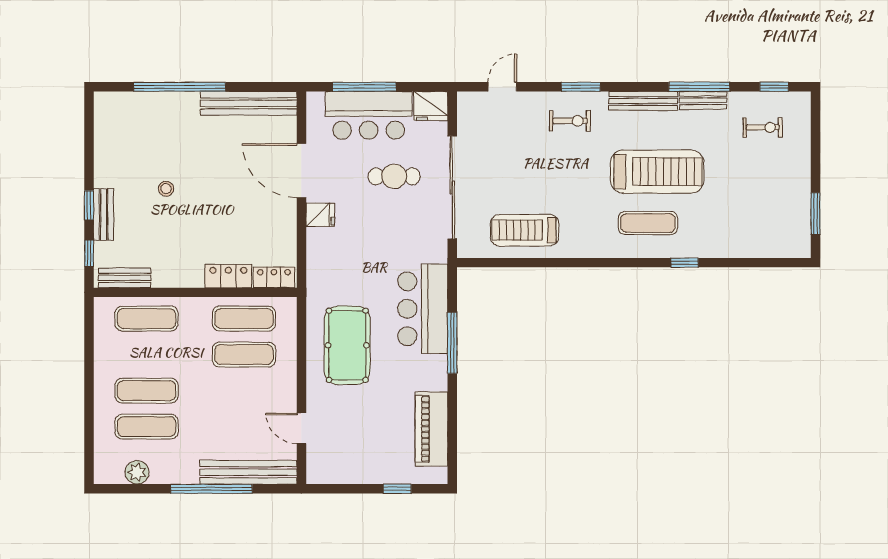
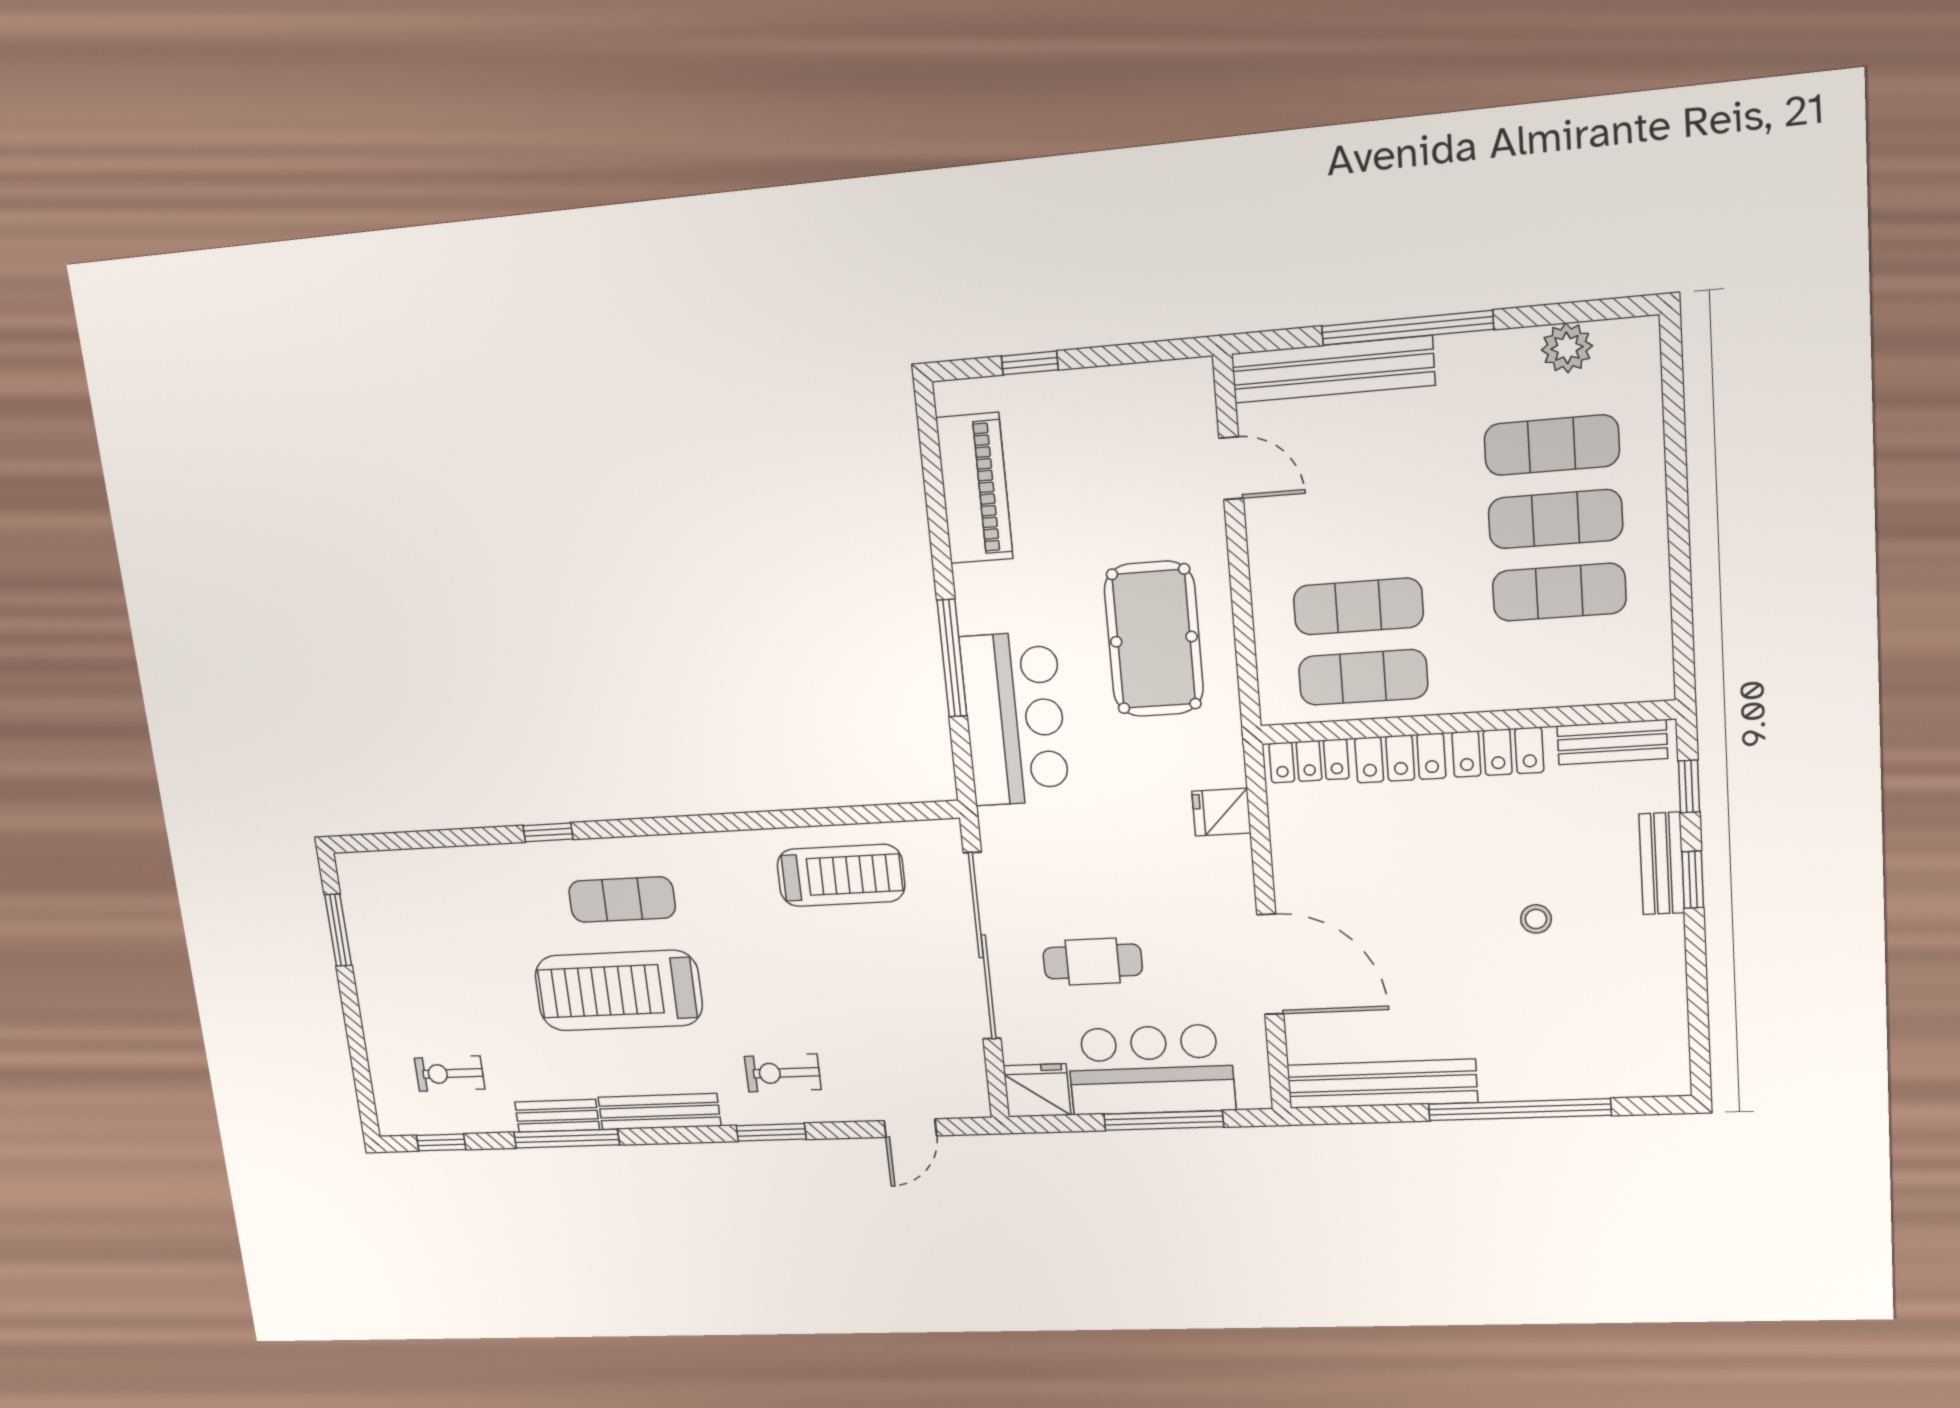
fridge: (320, 215) -> (1221, 812), moved
locker: (180, 276) -> (1498, 752), added
exercise mat: (147, 319) -> (1559, 592), moved

